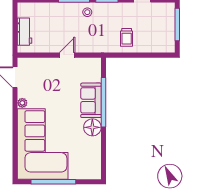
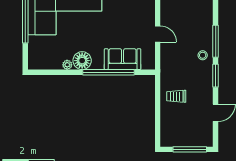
sofa: (91, 100) -> (123, 59), moved
plant: (96, 142) -> (67, 65), added

